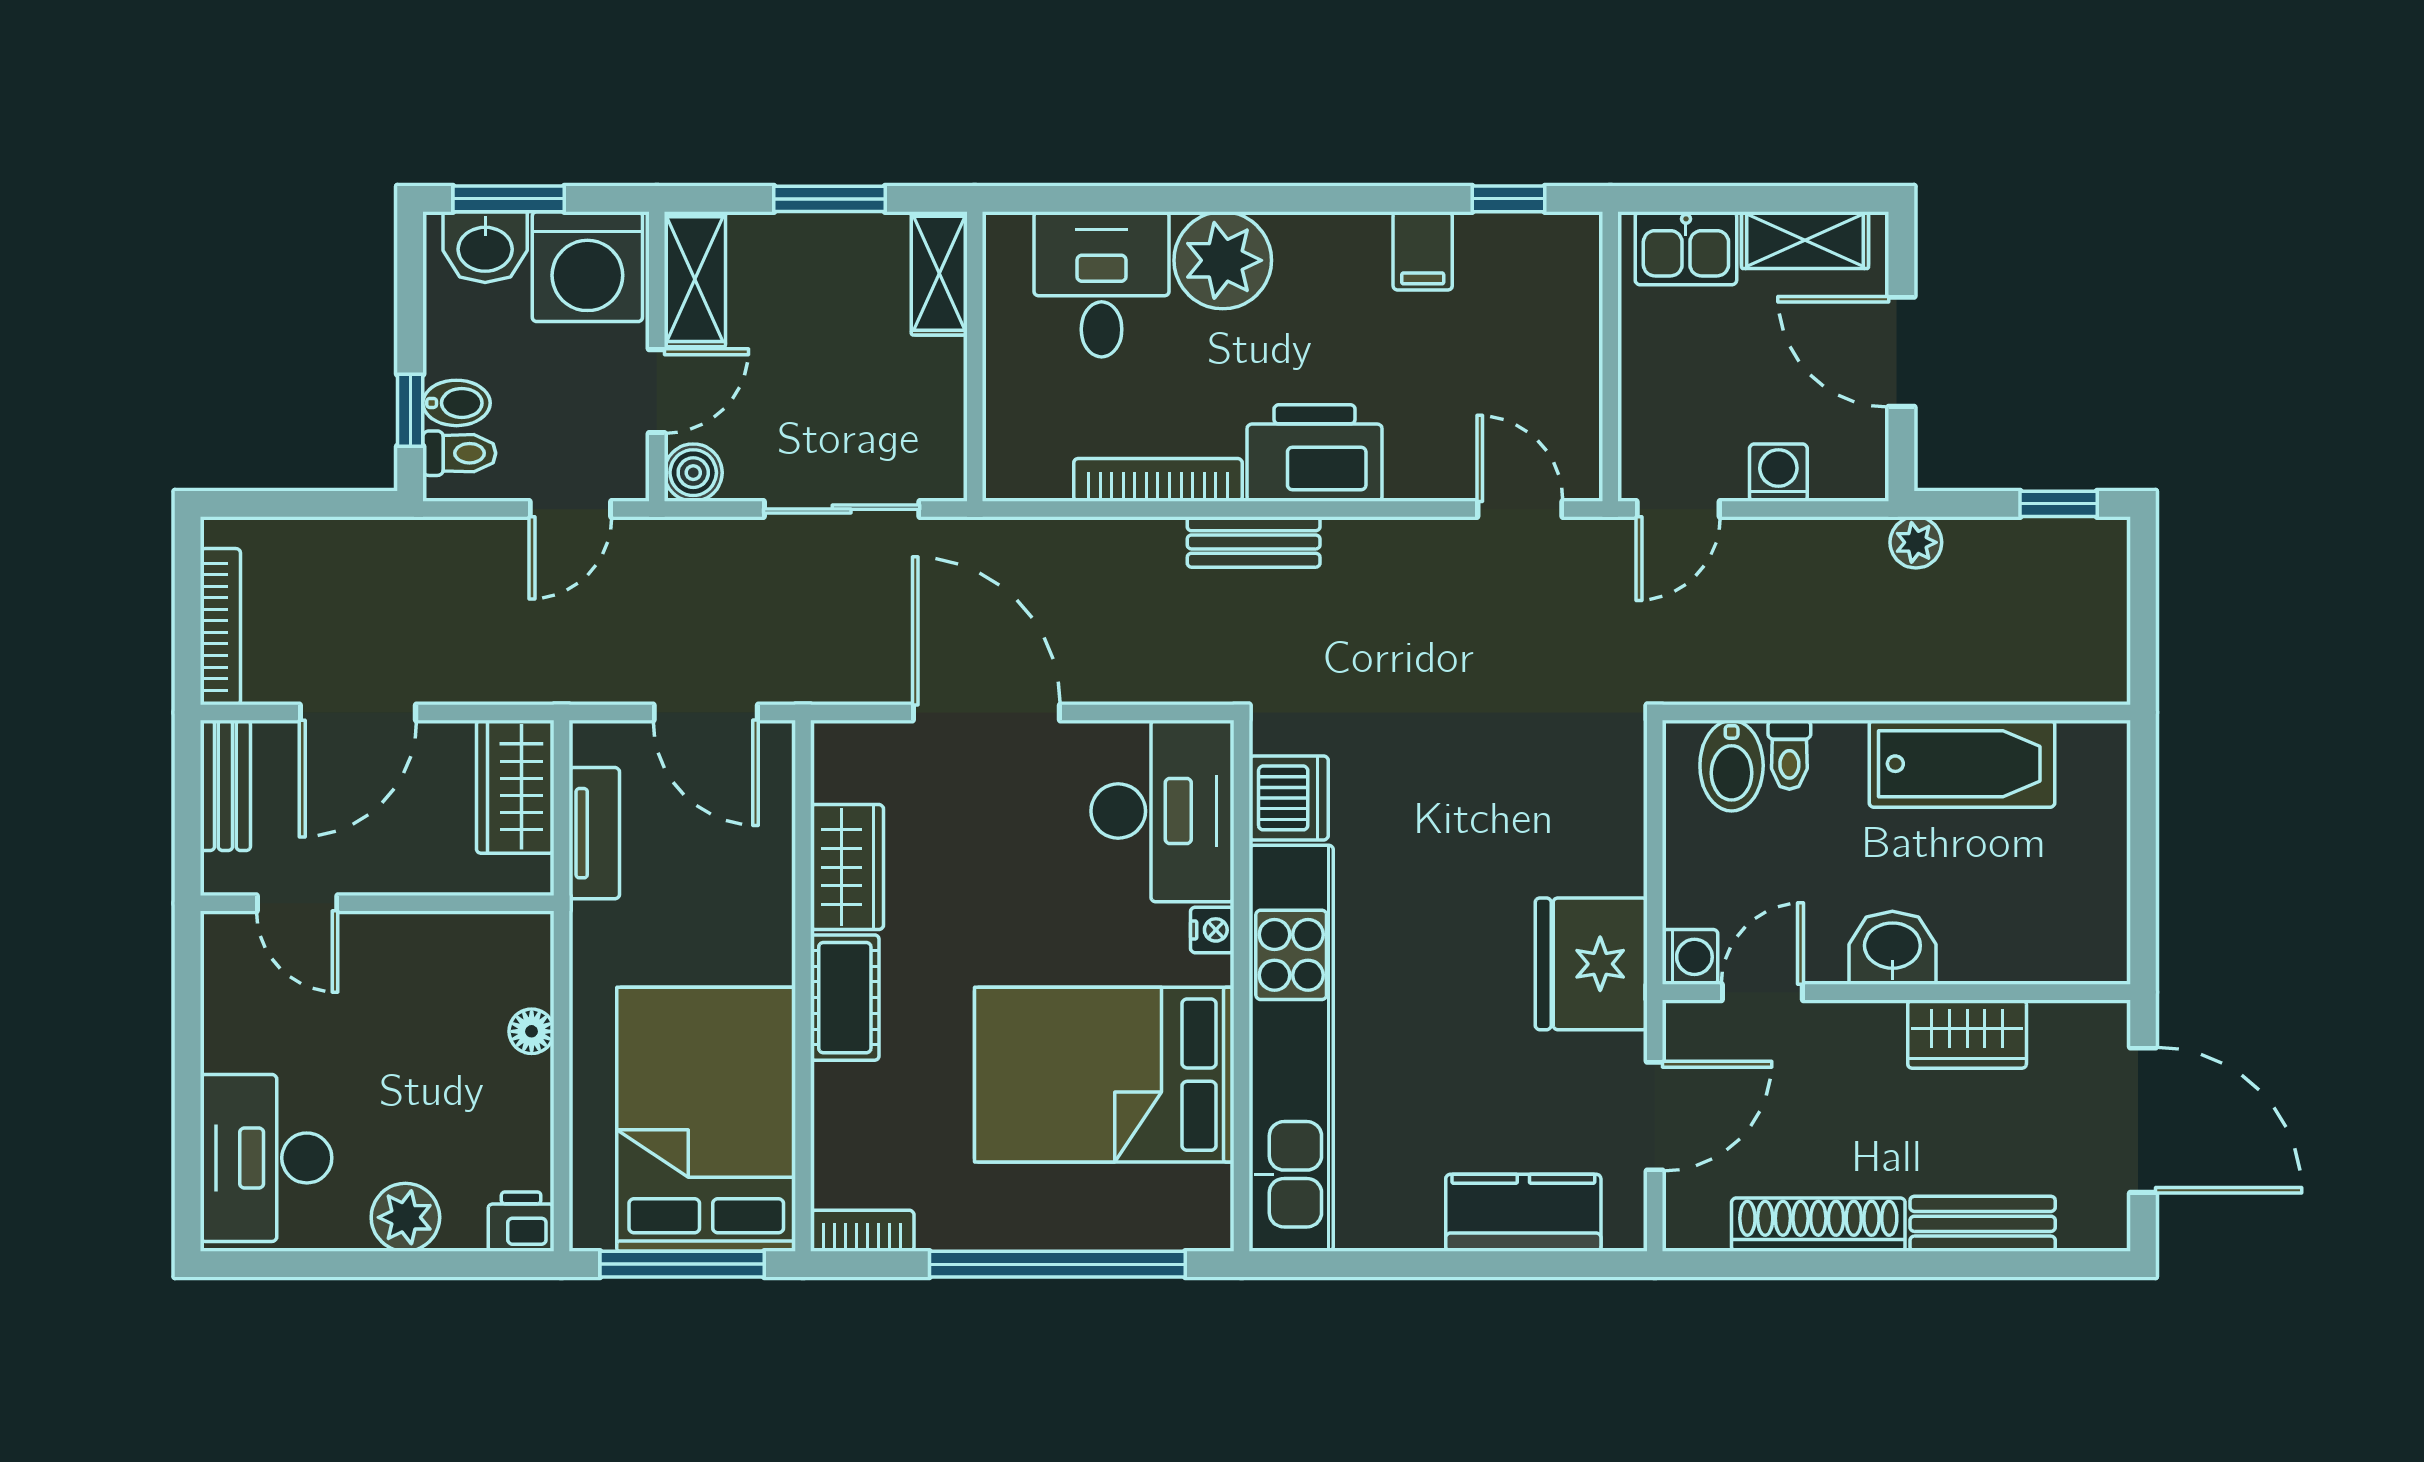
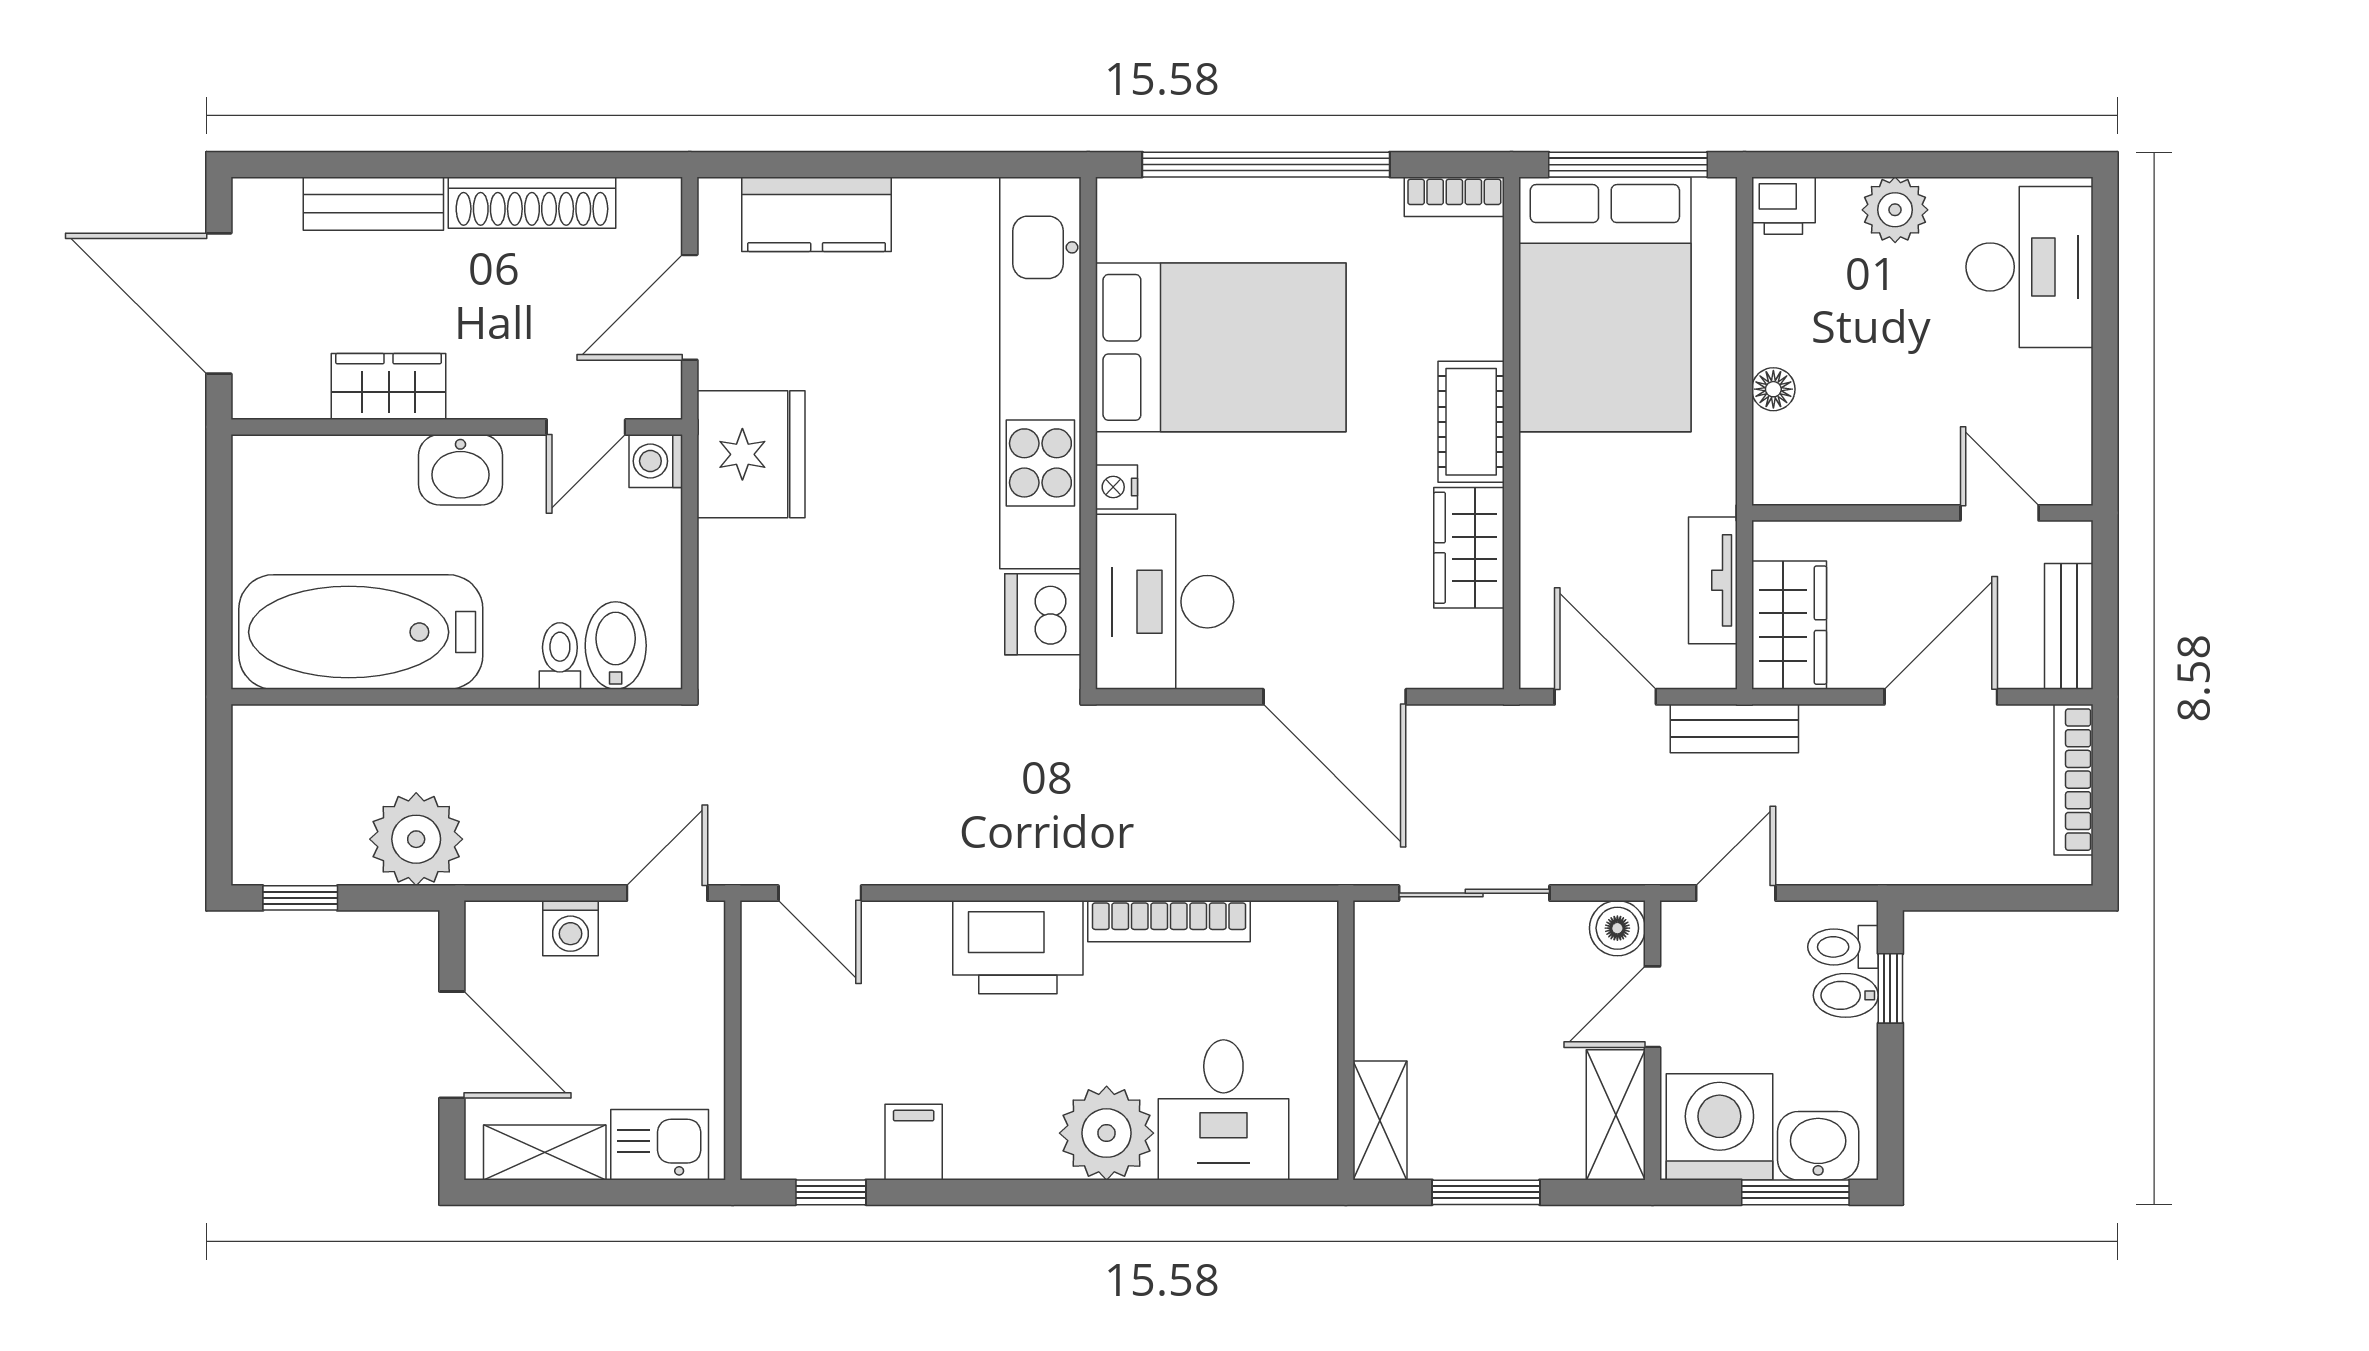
bench: (1254, 542) -> (1734, 729), moved
plant: (1916, 542) -> (416, 839), width x1.88, depth x1.88
bathtub: (1962, 764) -> (361, 632), width x1.36, depth x1.36

